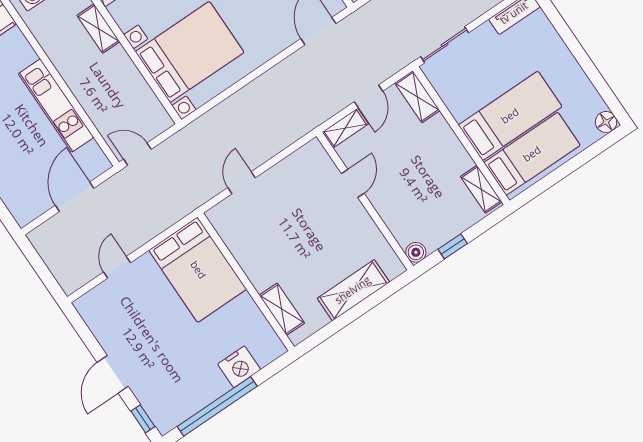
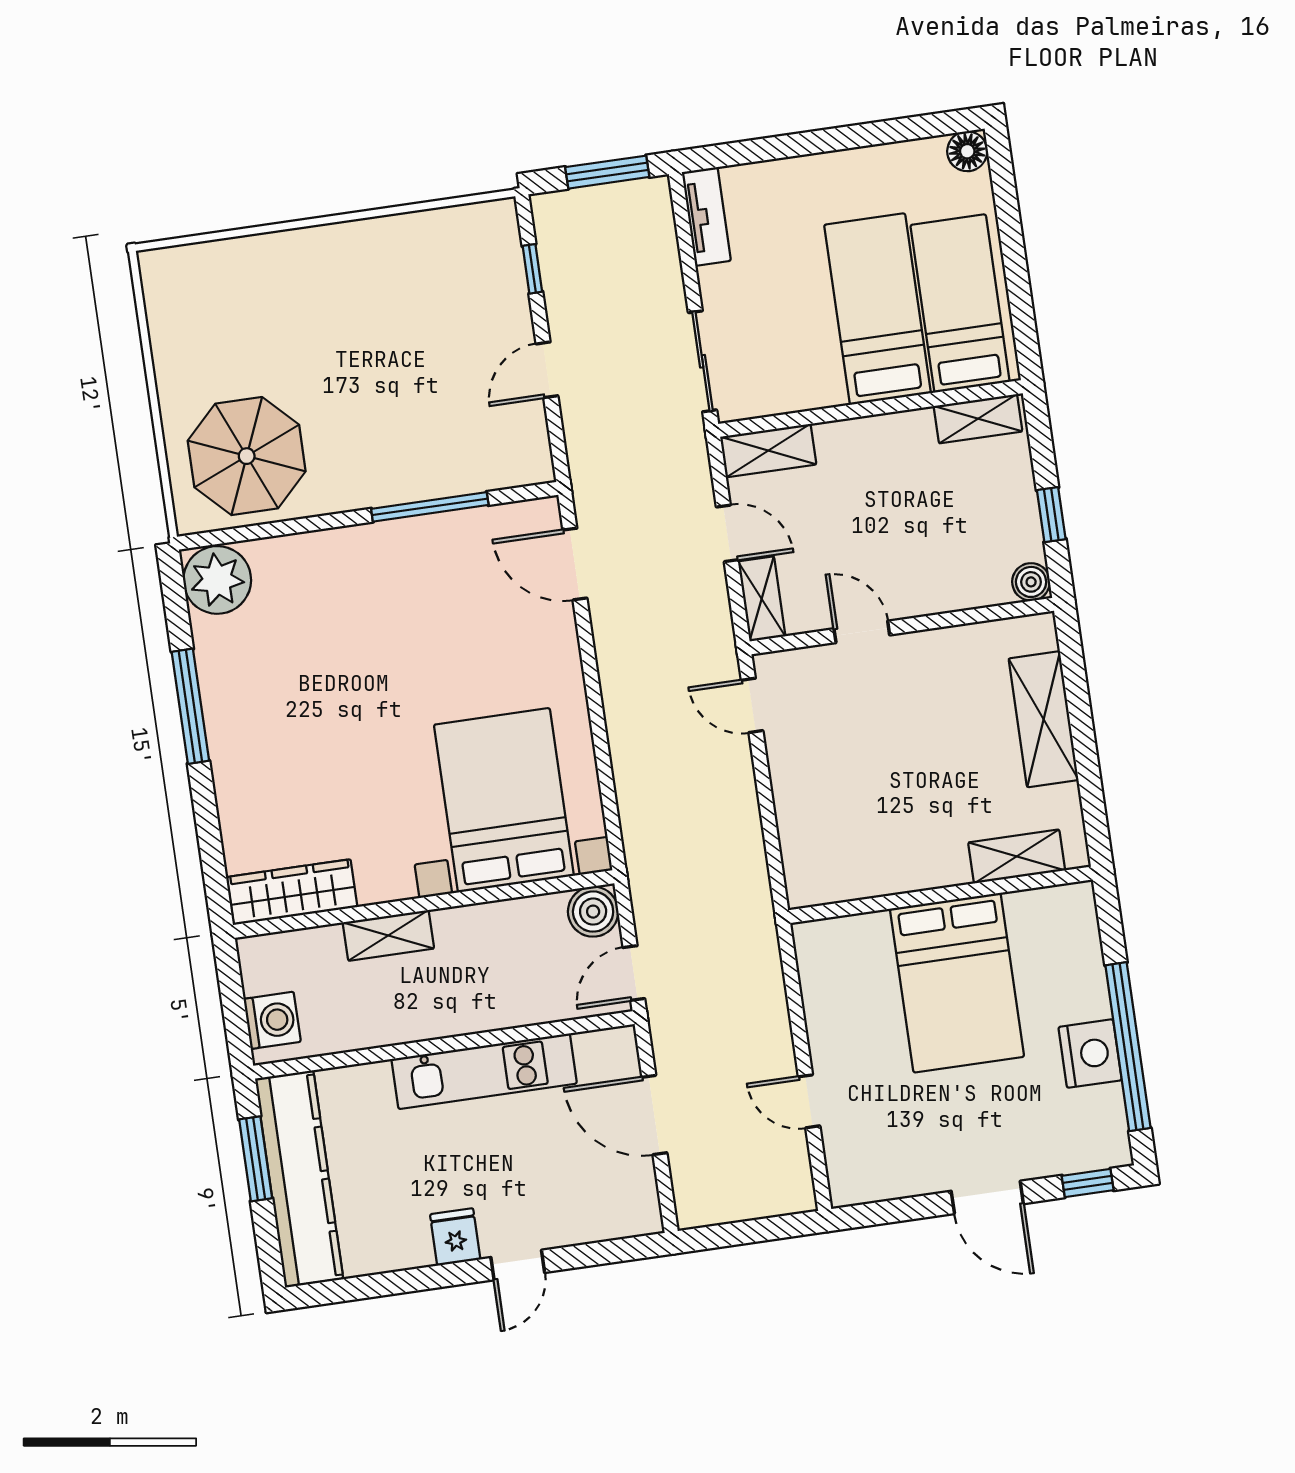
boiler: (157, 120) -> (593, 912), added
door: (242, 183) -> (752, 705), moved
bed: (198, 270) -> (957, 983), moved, turned 90
nightstand: (239, 367) -> (1090, 1054), moved

